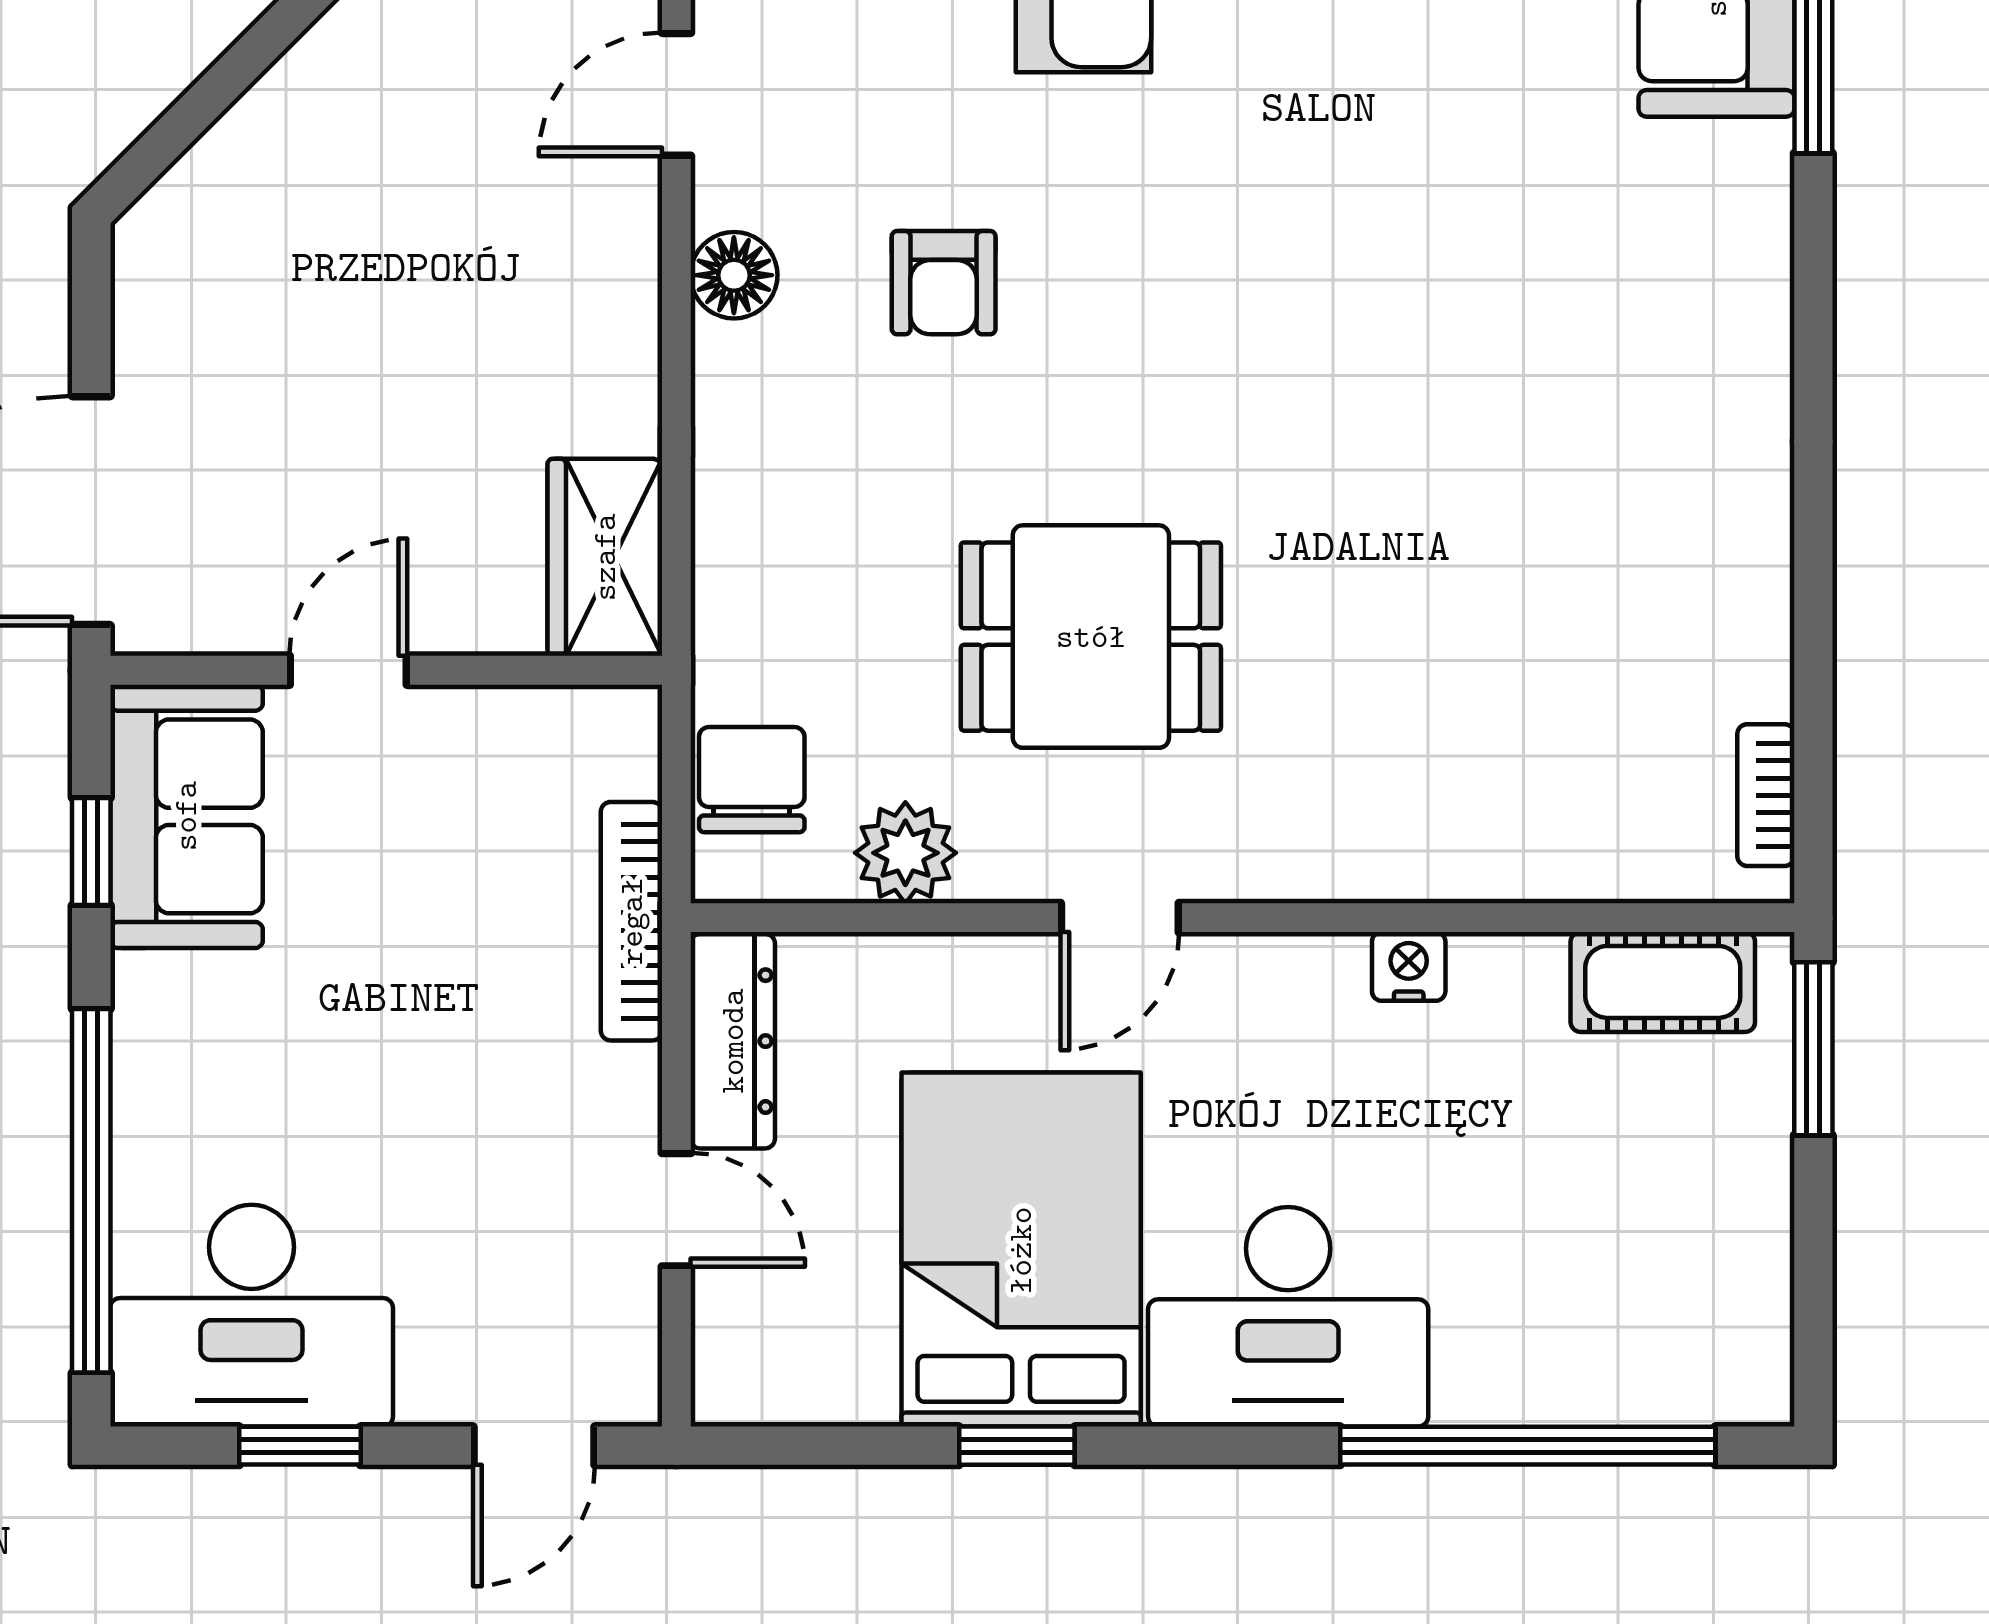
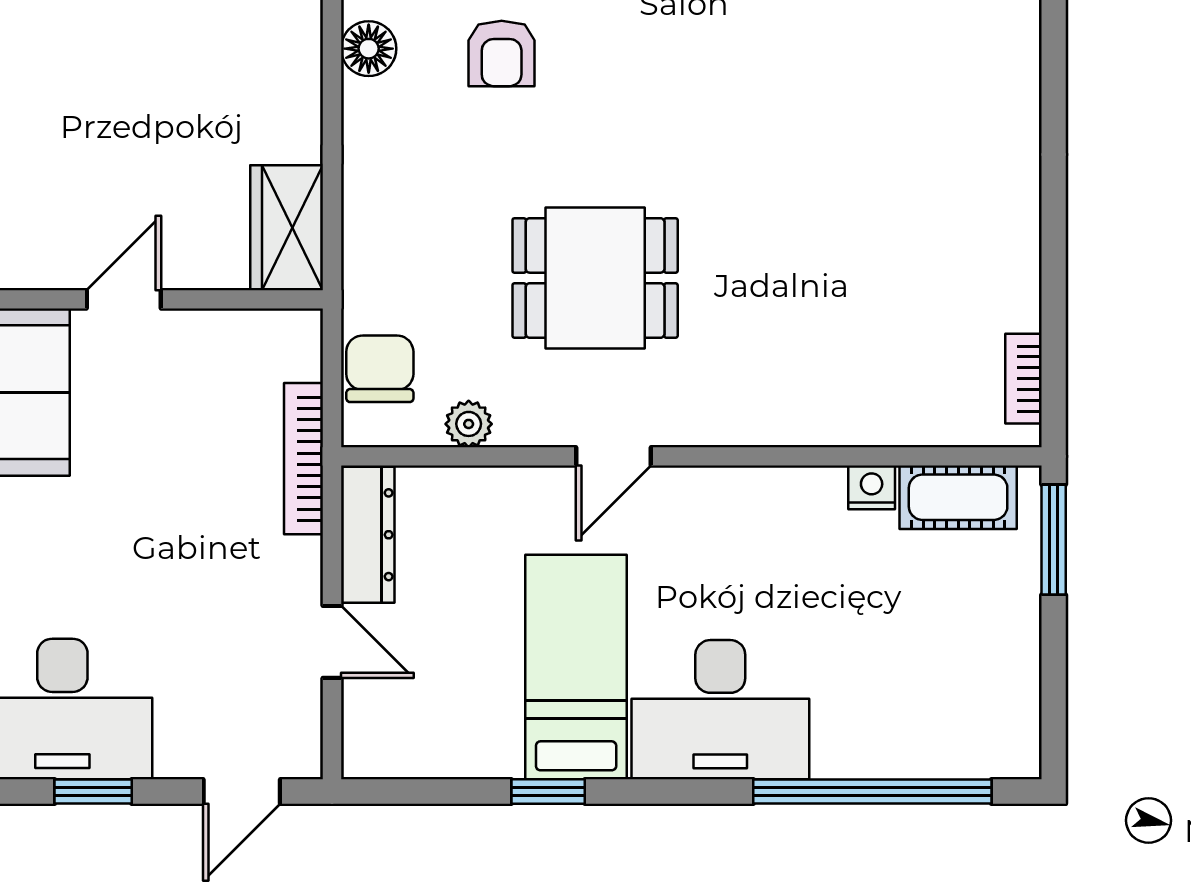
plant: (905, 853) -> (469, 424), width x0.73, depth x0.73
nightstand: (1409, 966) -> (872, 487), moved
bed: (1021, 1250) -> (576, 667), width x0.67

